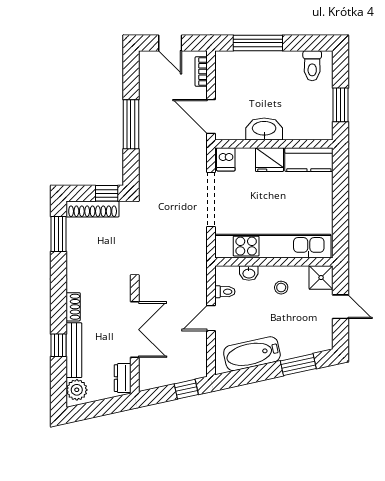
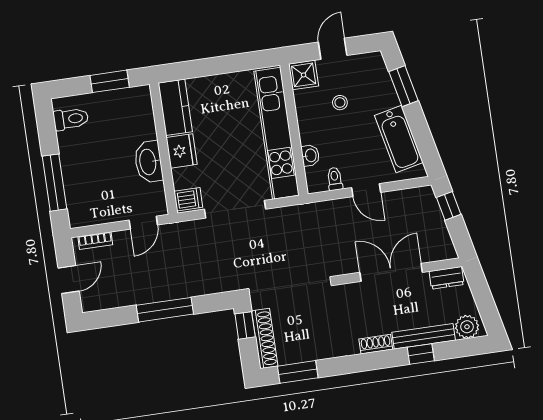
door: (211, 116) -> (143, 223), width x0.73
stool: (281, 288) -> (340, 103), moved

